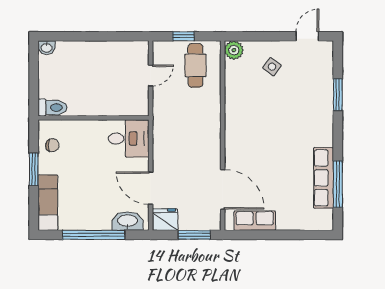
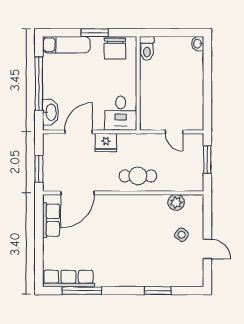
window: (183, 36) -> (207, 160), width x1.50
door: (307, 36) -> (207, 249), moved
plant: (234, 50) -> (176, 202), moved
cafe table: (195, 65) -> (138, 176), moved
chair: (52, 145) -> (115, 49), width x1.87, depth x1.87
row of seats: (324, 178) -> (68, 278), moved
fridge: (165, 220) -> (106, 143), moved, turned 90

